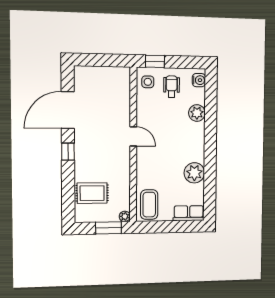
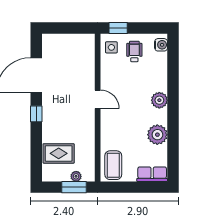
plant: (197, 113) -> (159, 100), moved
plant: (125, 216) -> (76, 176), moved

